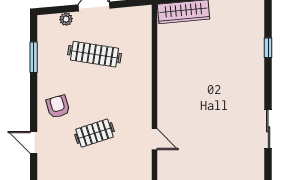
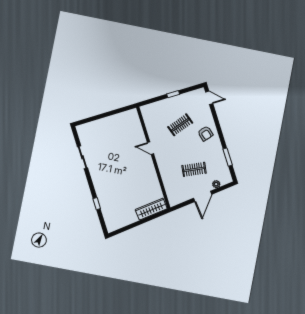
clothes rail: (94, 54) -> (194, 169), width x0.73
door: (154, 139) -> (150, 148), moved
door: (34, 142) -> (209, 98), moved

